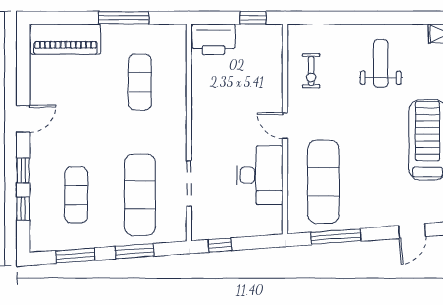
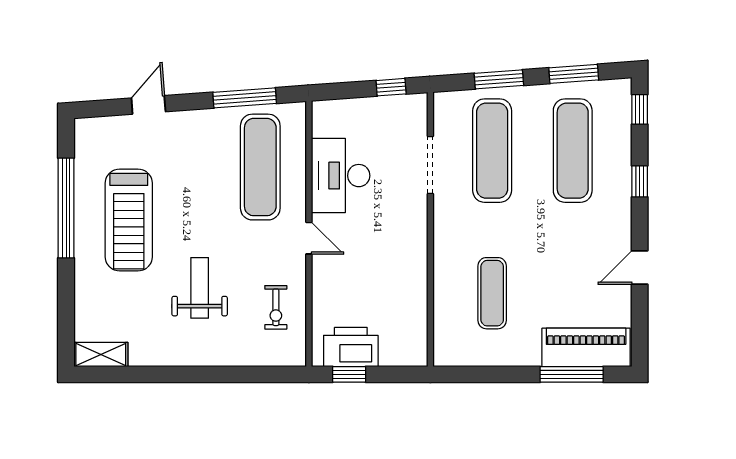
window: (124, 18) -> (572, 374), moved
printer: (214, 39) -> (351, 347), moved
weight bench: (381, 63) -> (200, 288), moved, turned 180
exercise bike: (311, 71) -> (276, 307), turned 180
door: (23, 119) -> (640, 267), moved
exercise mat: (76, 195) -> (573, 151), width x1.36, depth x1.45
window: (23, 209) -> (640, 109), moved

